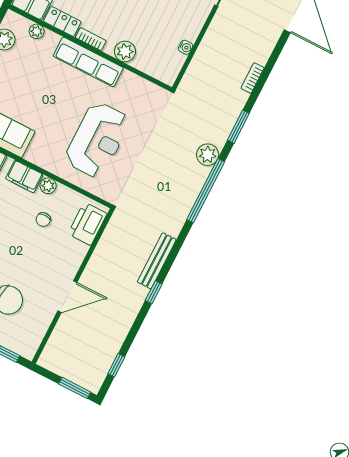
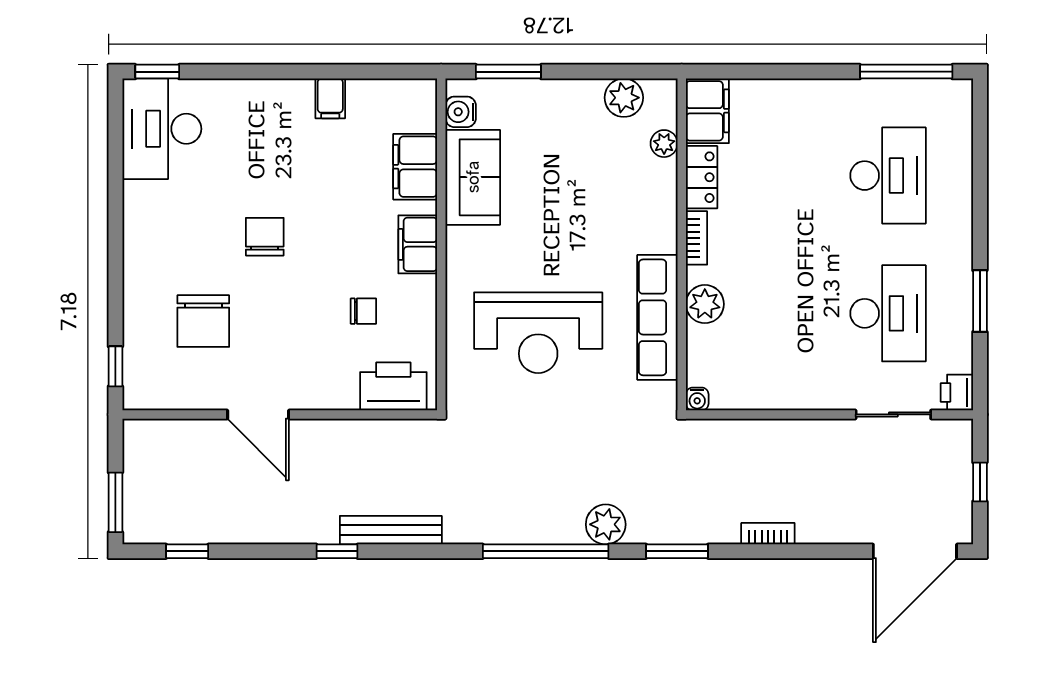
water cooler: (185, 47) -> (697, 399), moved
row of seats: (88, 62) -> (657, 317), moved
plant: (48, 186) -> (422, 291), removed
chair: (43, 220) -> (363, 311), turned 180

